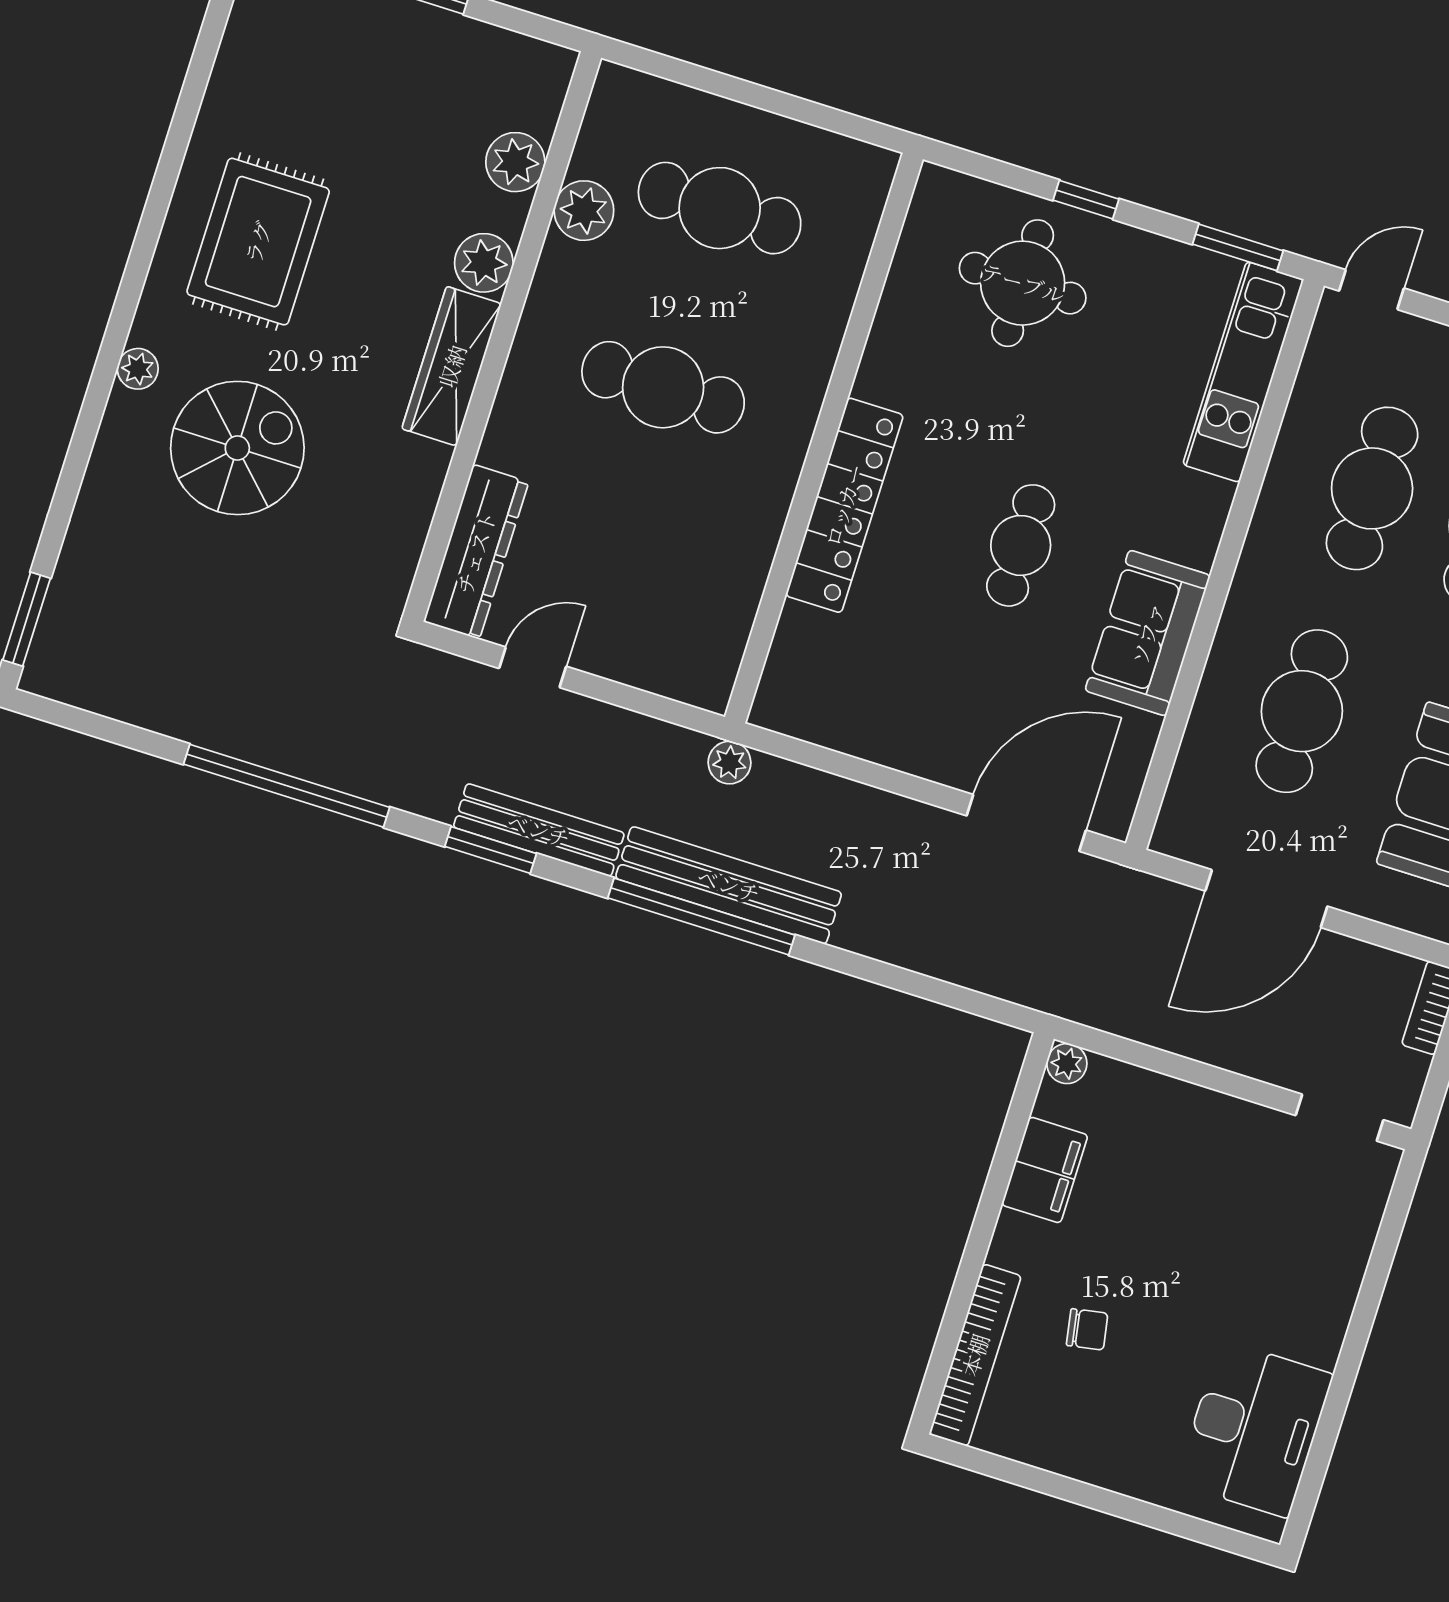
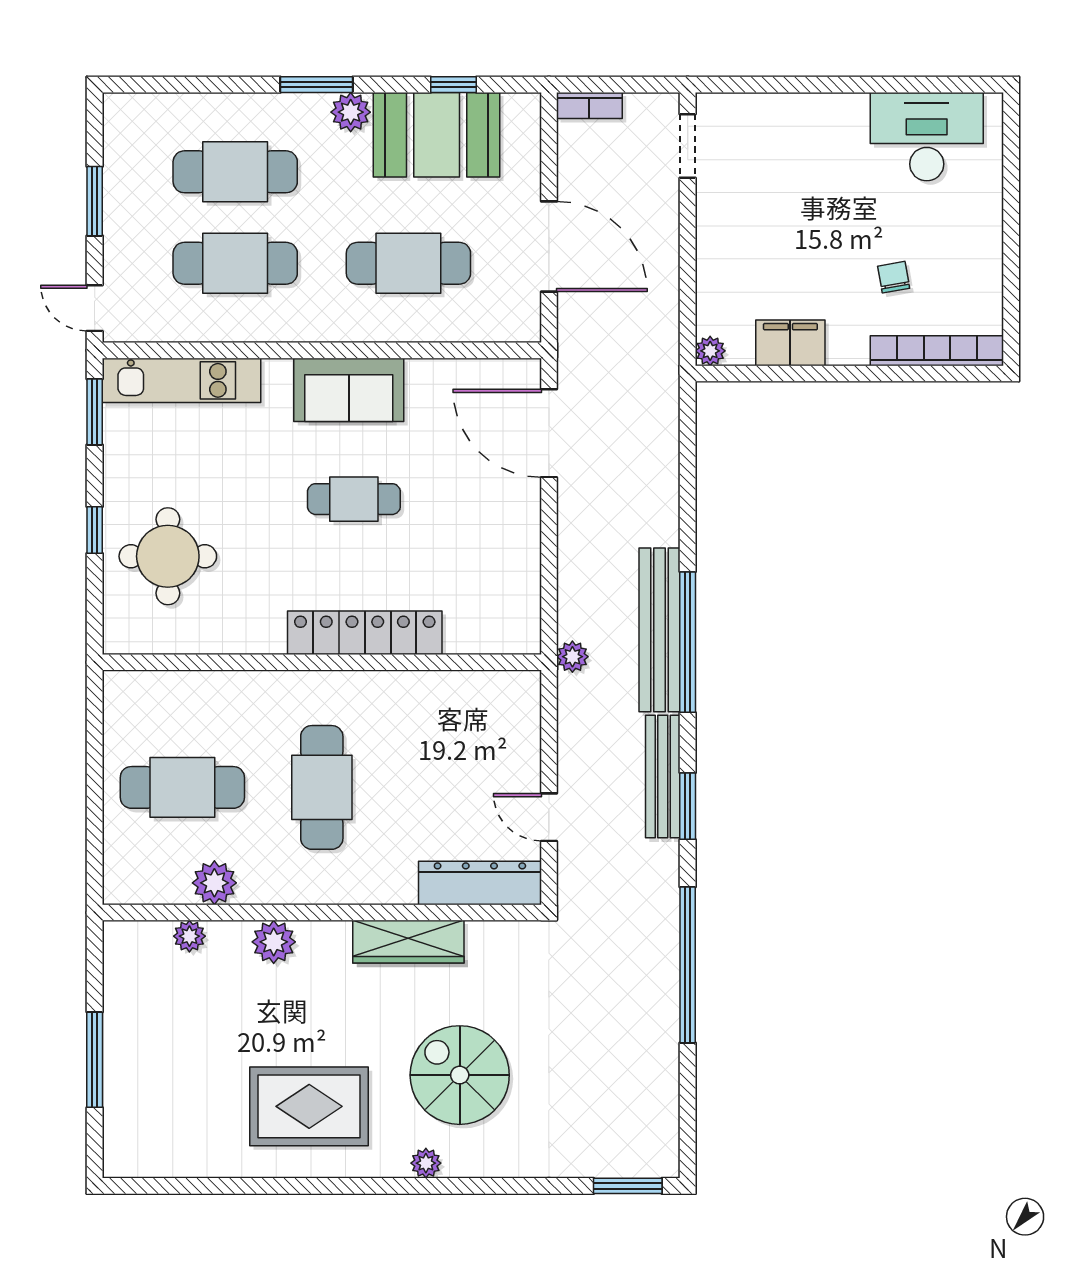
plant: (515, 162) -> (189, 936), width x0.73, depth x0.73
cafe table: (720, 208) -> (182, 787), turned 90
wardrobe: (452, 366) -> (408, 942), moved
sofa: (1148, 633) -> (349, 390), moved

